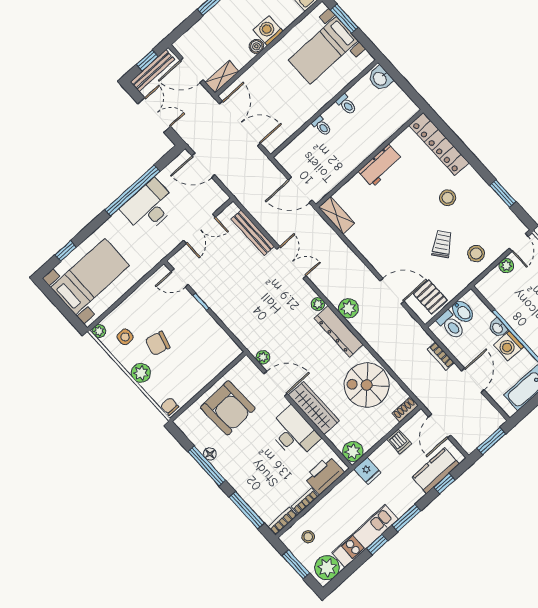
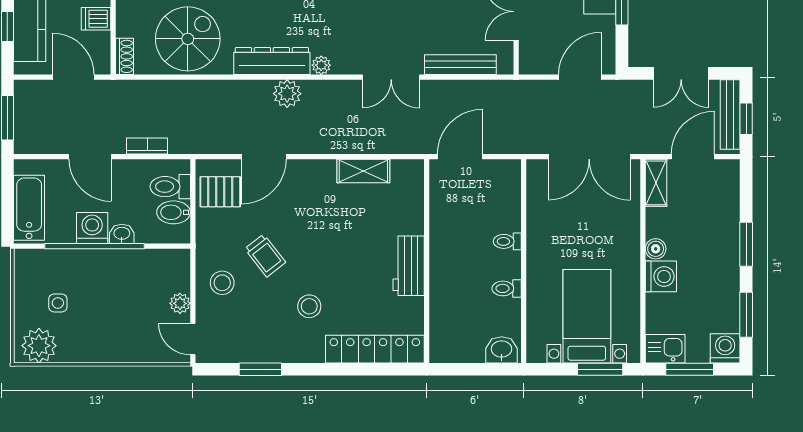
shelving: (337, 215) -> (363, 171), moved

